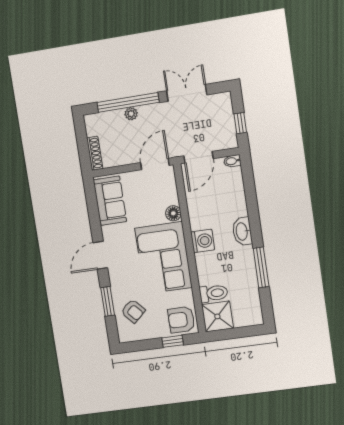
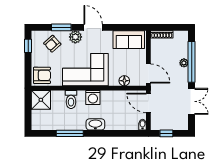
floor lamp: (173, 213) -> (124, 81), moved
plant: (118, 279) -> (75, 37), added
toilet: (214, 293) -> (71, 99), moved
armchair: (181, 320) -> (42, 75), turned 90
window: (173, 341) -> (28, 46), moved

